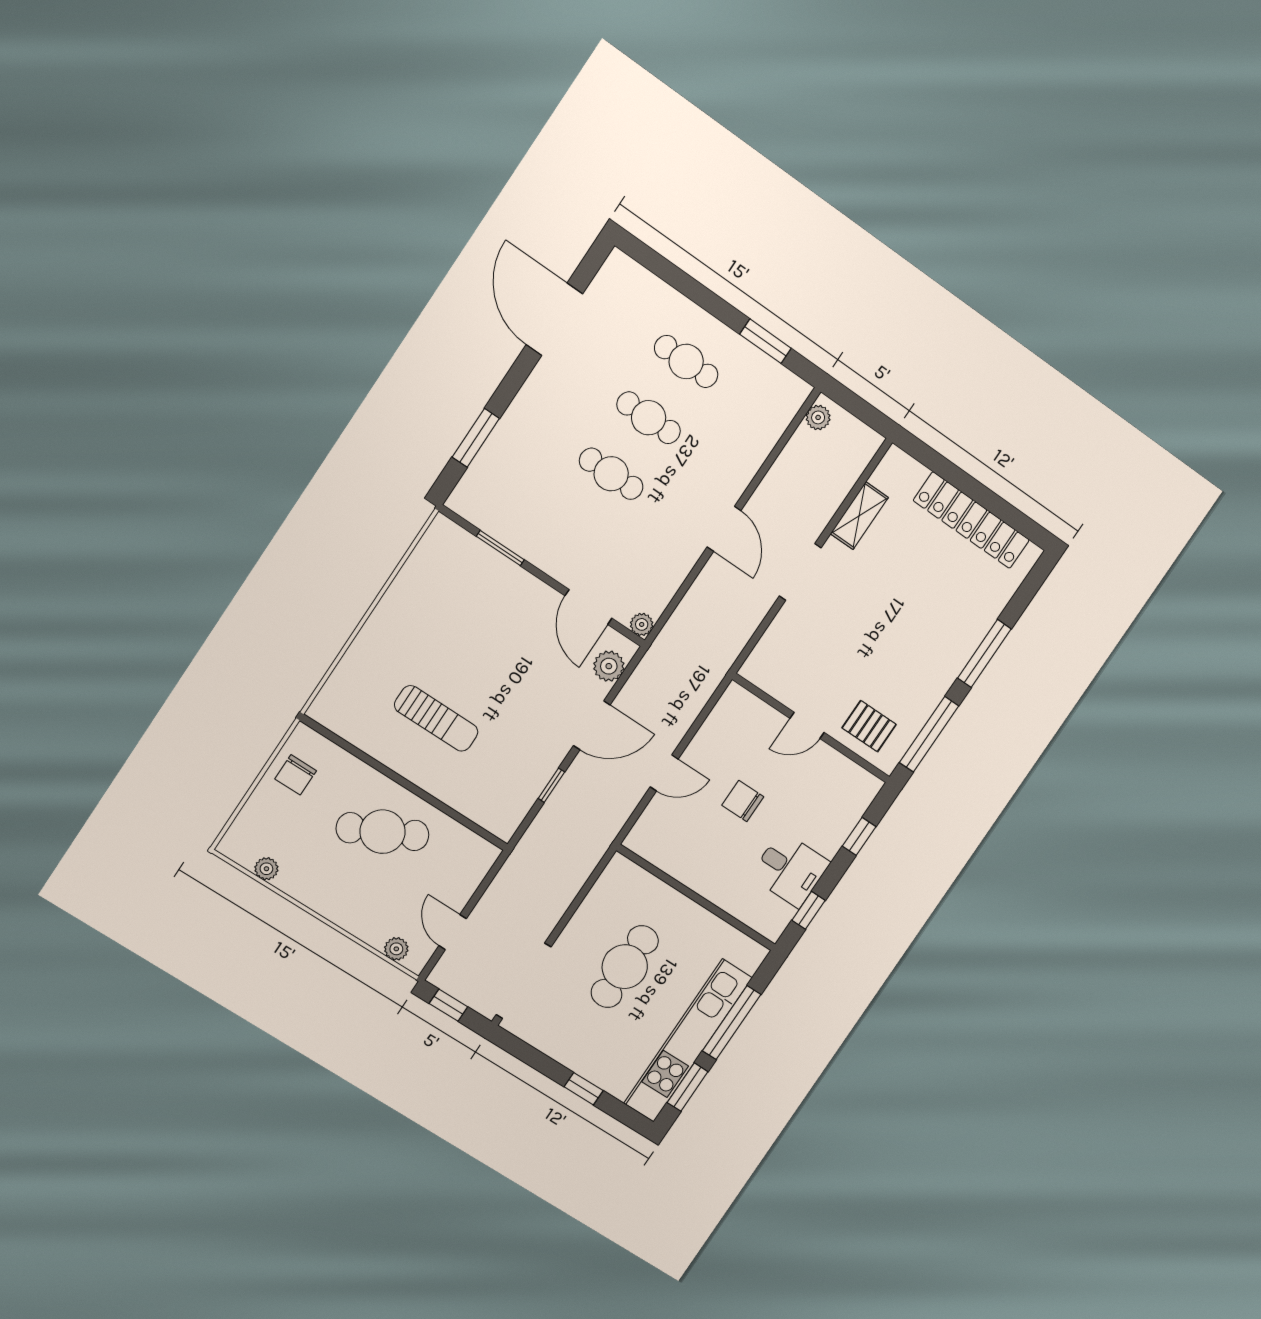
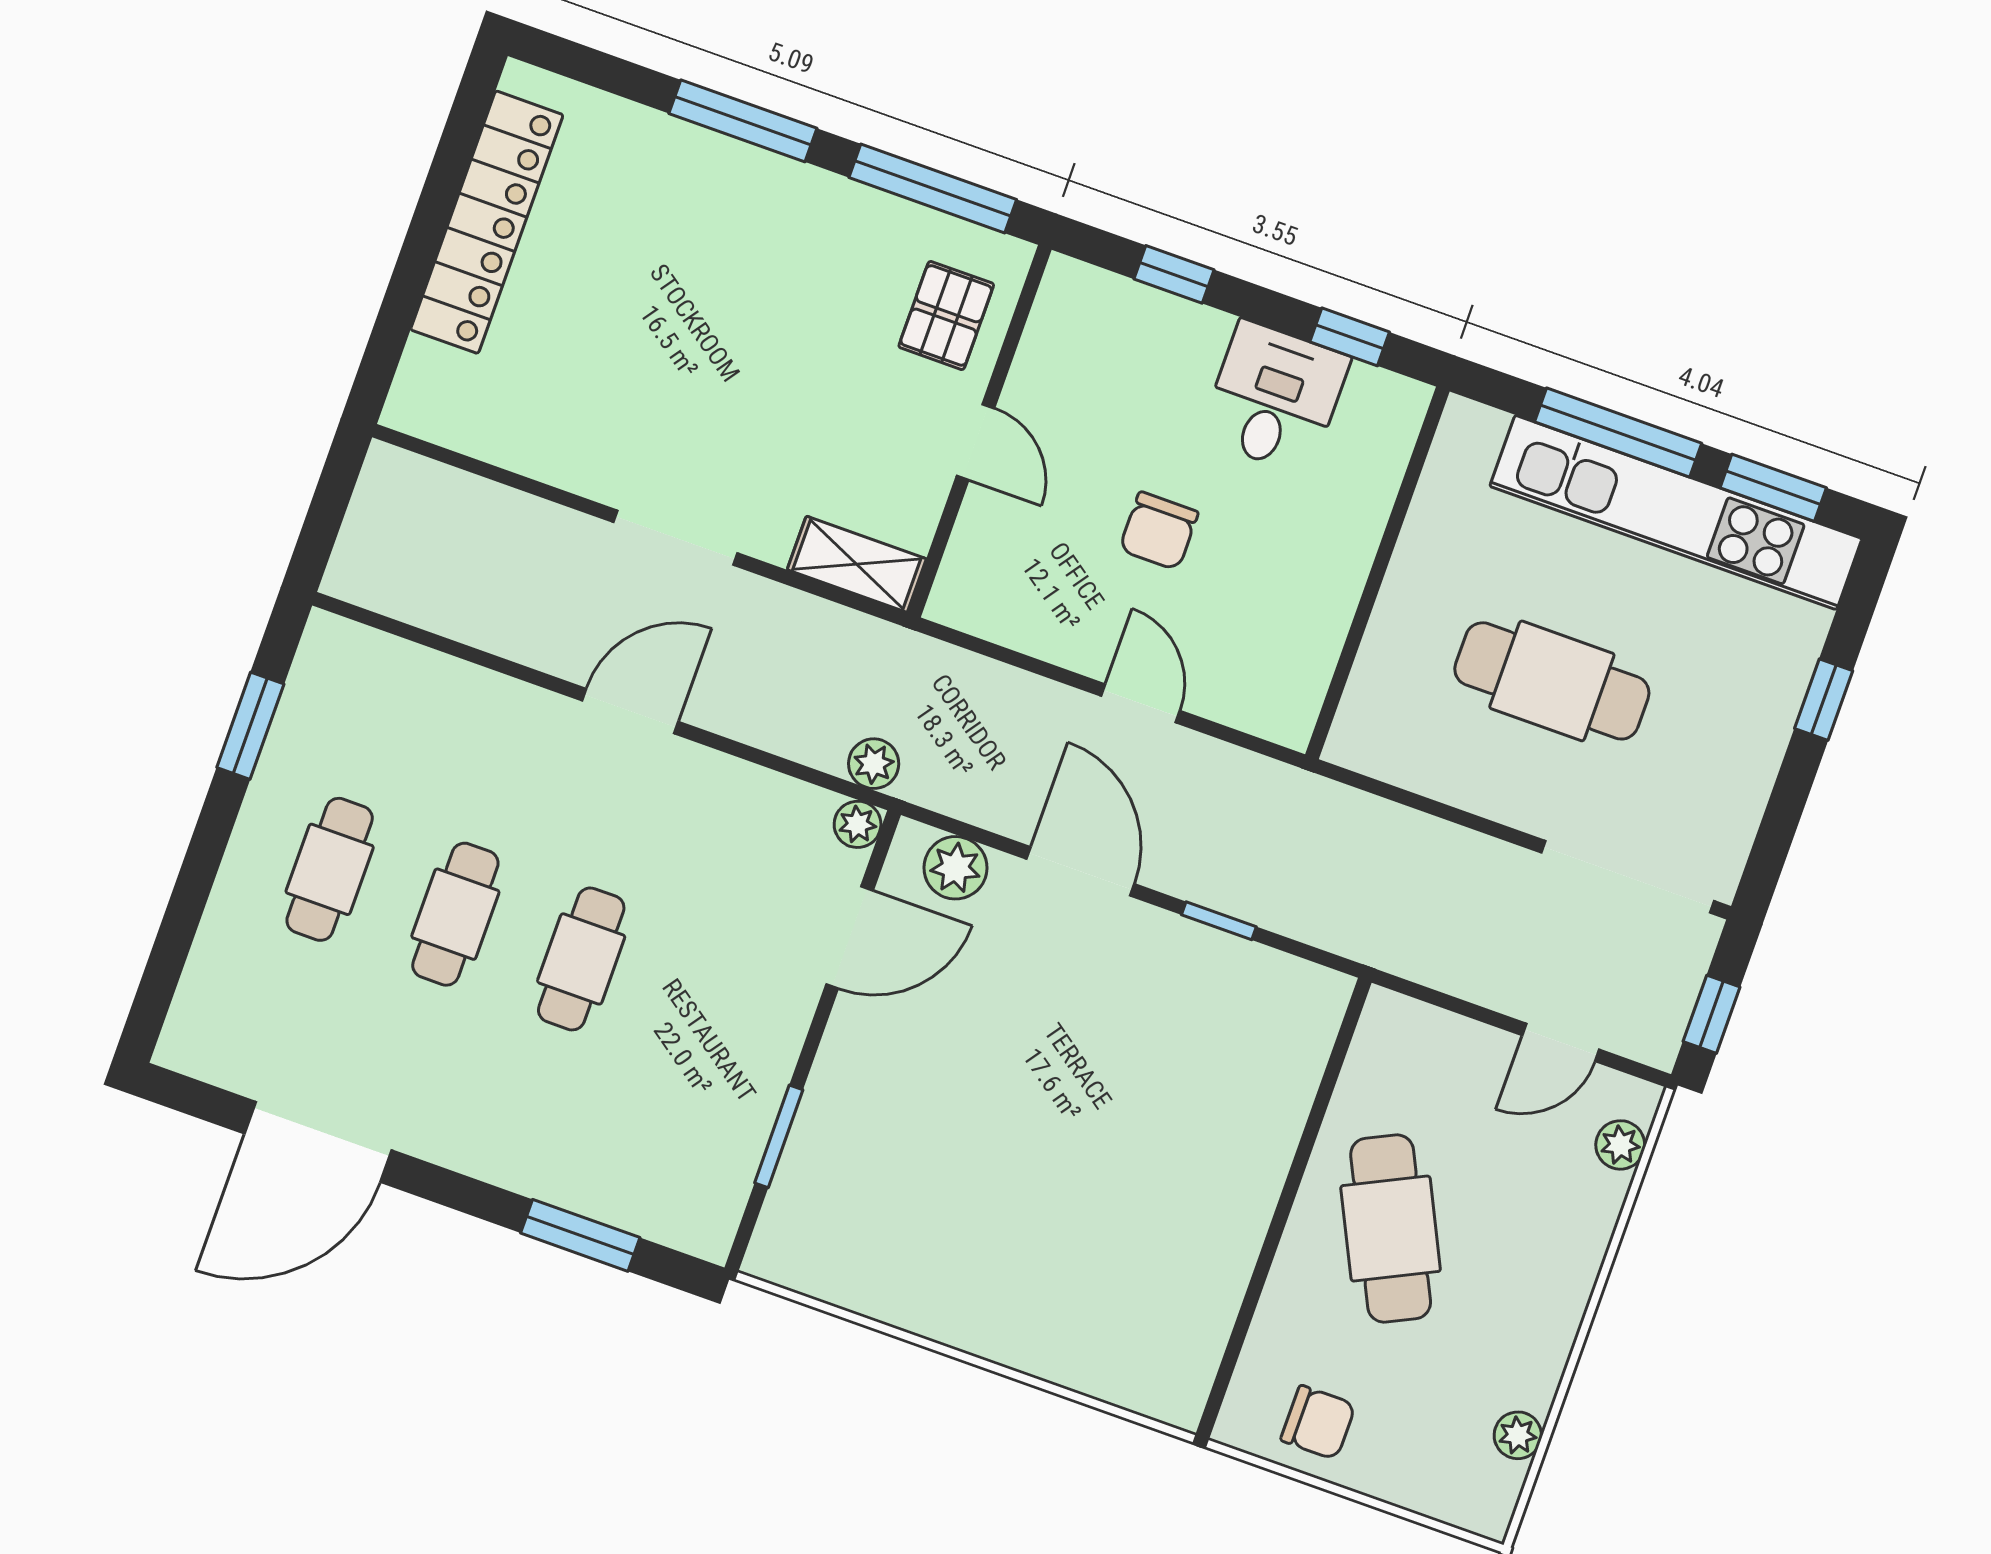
plant: (818, 417) -> (874, 764), moved
shelving: (859, 516) -> (857, 564), moved
sun lounger: (436, 718) -> (1141, 1179), removed

